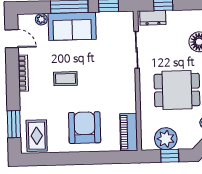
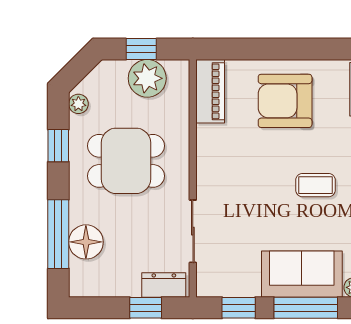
armchair: (85, 128) -> (285, 101), turned 90

